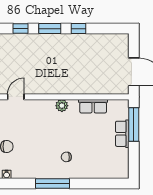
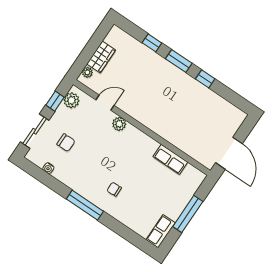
plant: (62, 106) -> (119, 124), moved
window: (134, 125) -> (188, 214), moved
row of seats: (122, 134) -> (161, 231), moved

